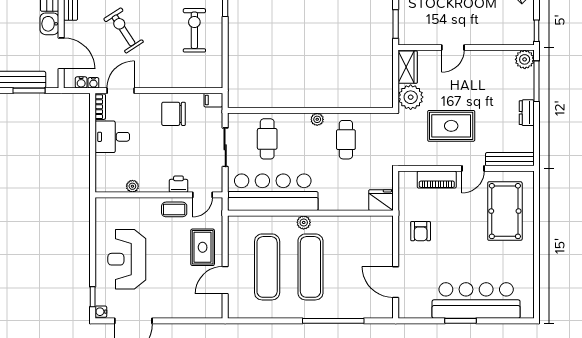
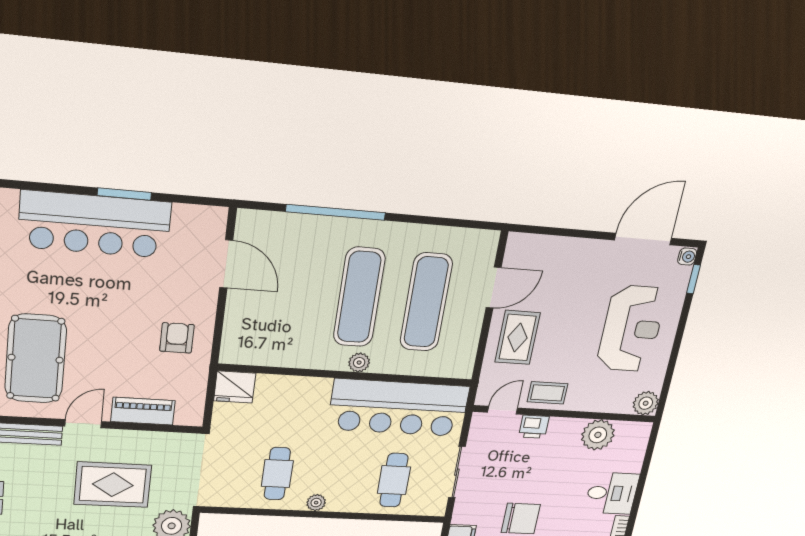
plant: (132, 186) -> (598, 435), width x1.88, depth x1.88
plant: (104, 206) -> (646, 403), added

